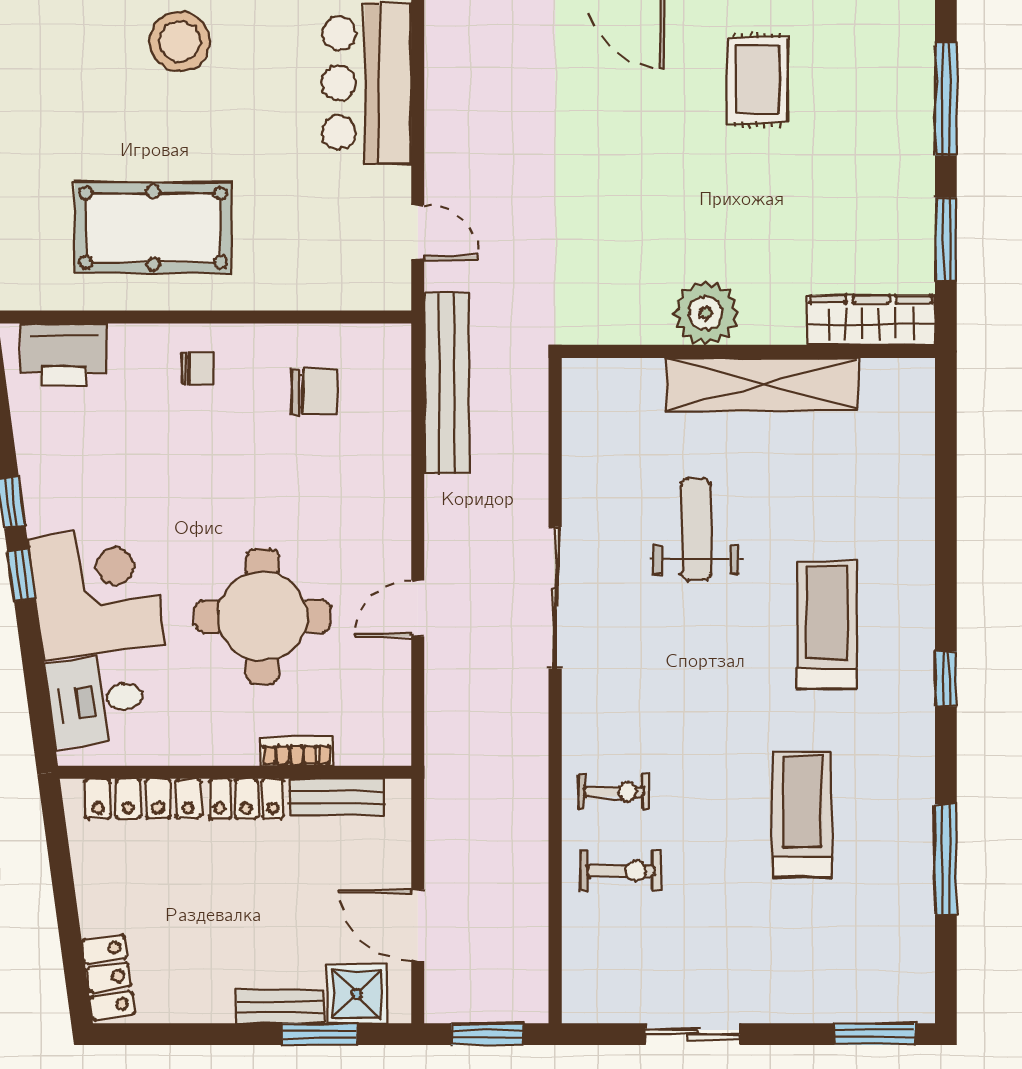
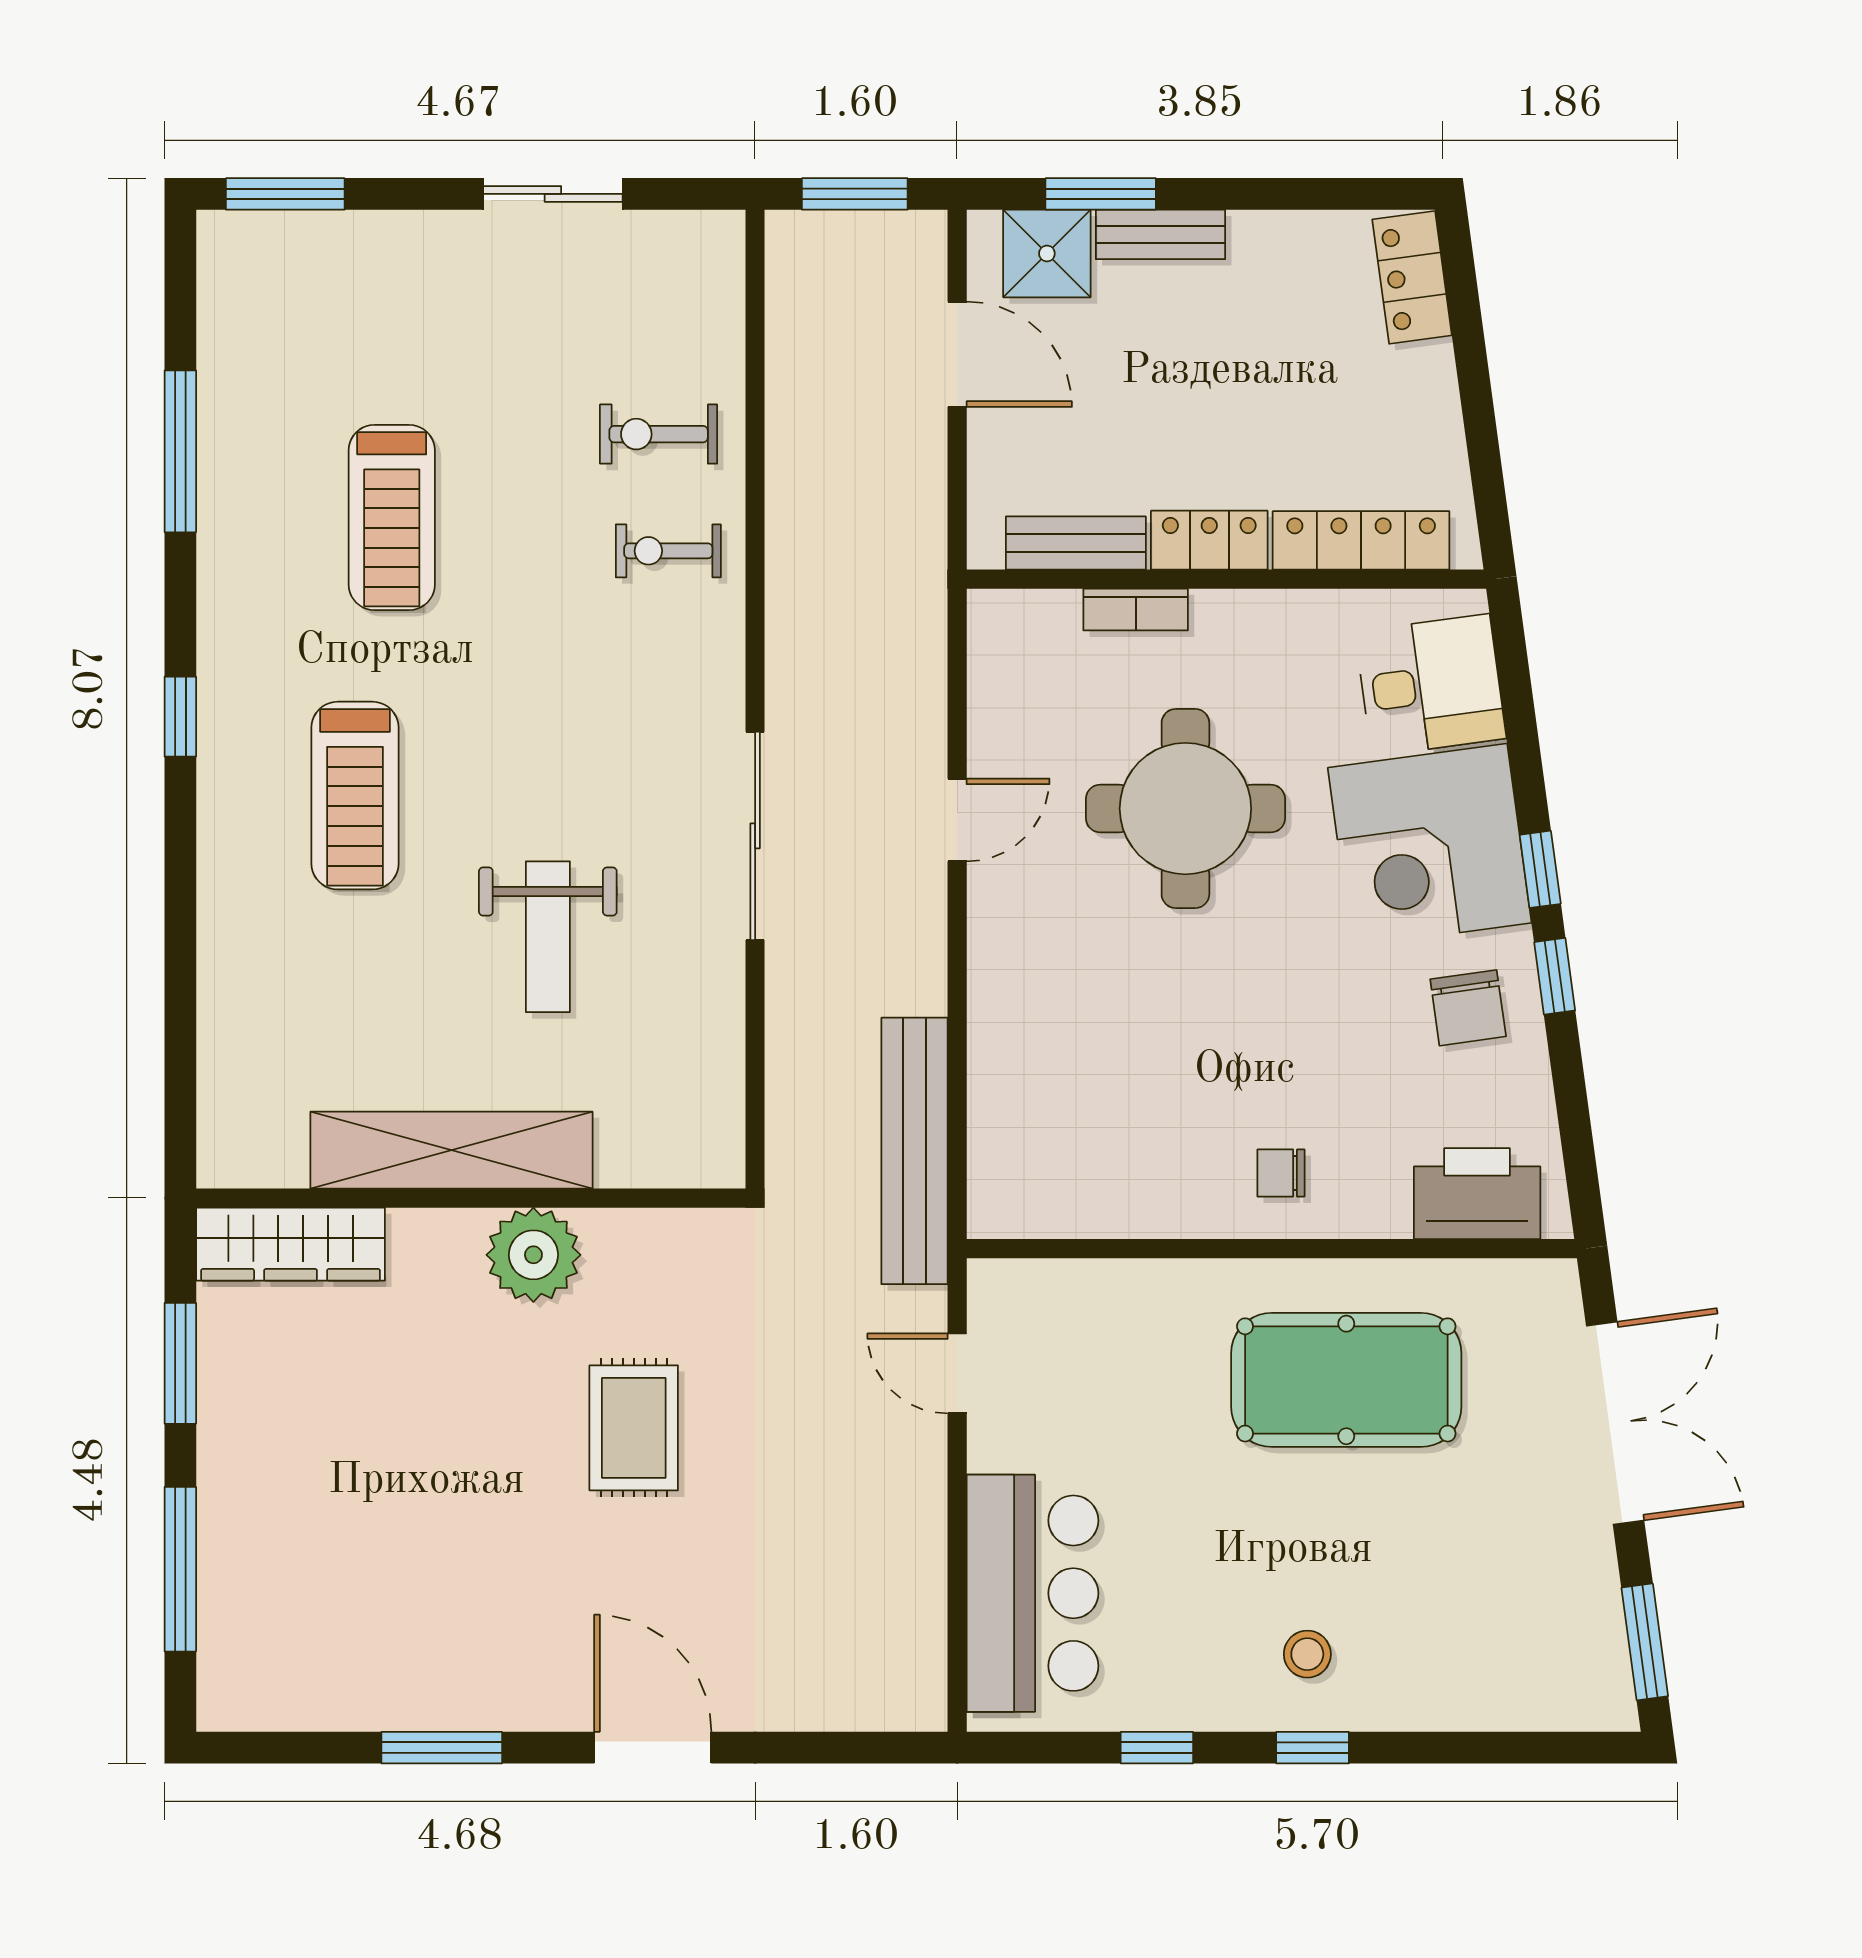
stool: (180, 41) -> (1307, 1654), width x0.53, depth x0.53
rug: (757, 80) -> (634, 1428), moved
chair: (315, 391) -> (1468, 1008), moved, turned -98

